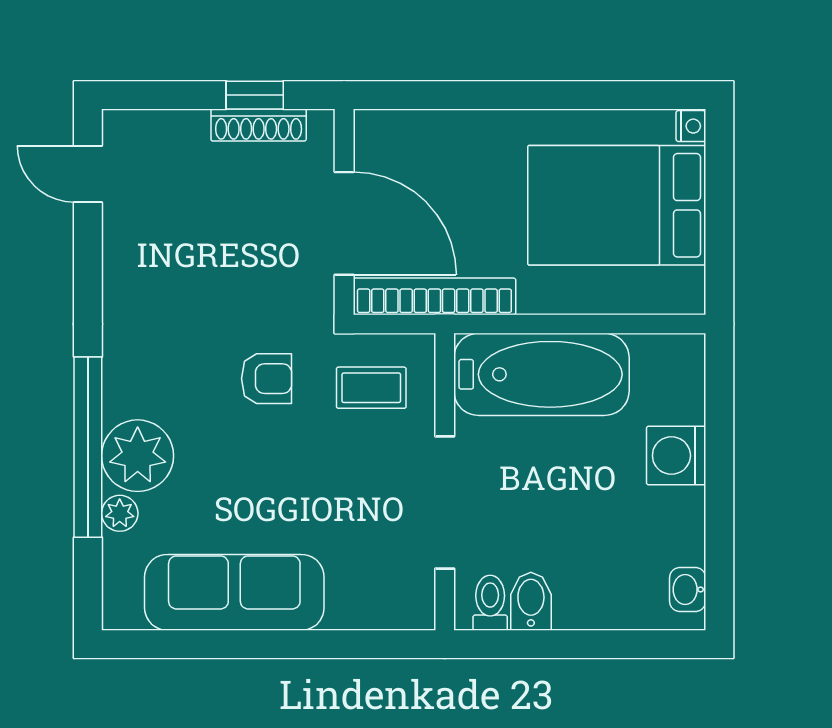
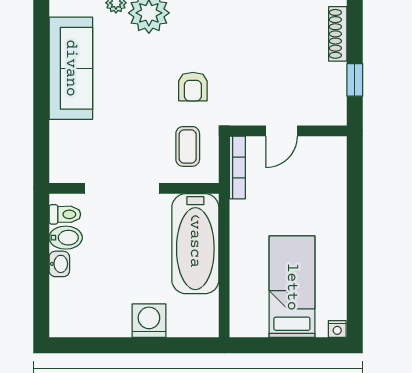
shoe rack: (259, 125) -> (338, 34), moved
bed: (617, 205) -> (292, 287), width x0.67
door: (344, 223) -> (282, 131), width x0.53
bookcase: (434, 296) -> (237, 167), width x0.68, depth x0.76
washbasin: (688, 589) -> (59, 264), moved, turned 90

